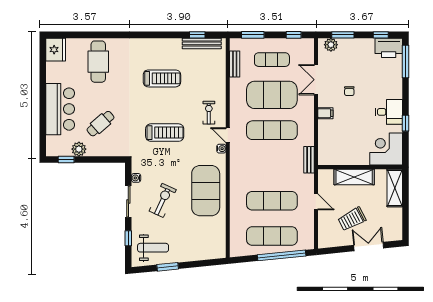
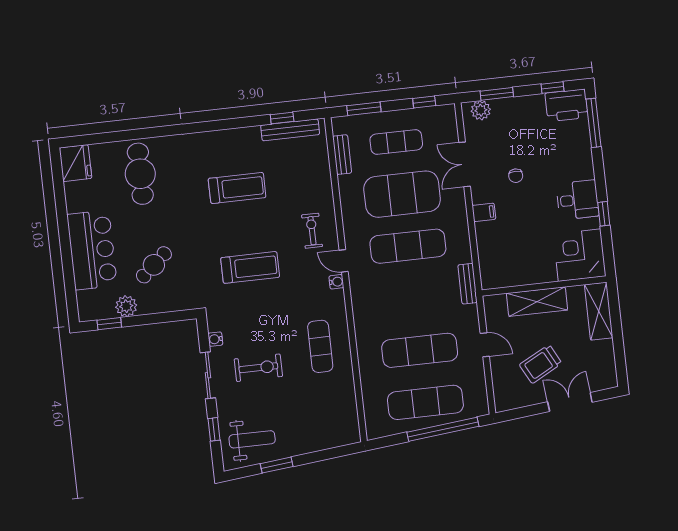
exercise mat: (206, 191) -> (320, 346), width x0.50, depth x0.69
exercise bike: (163, 200) -> (258, 368), turned 65

